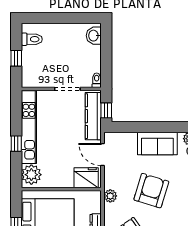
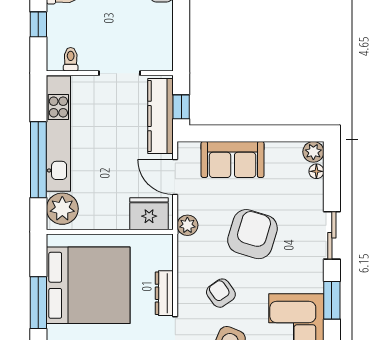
toilet: (97, 80) -> (71, 59), moved
window: (16, 144) -> (38, 160), width x3.17
sofa: (157, 144) -> (233, 159), moved
plant: (110, 196) -> (187, 225), moved

